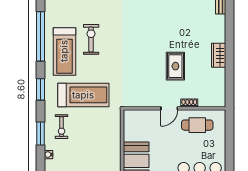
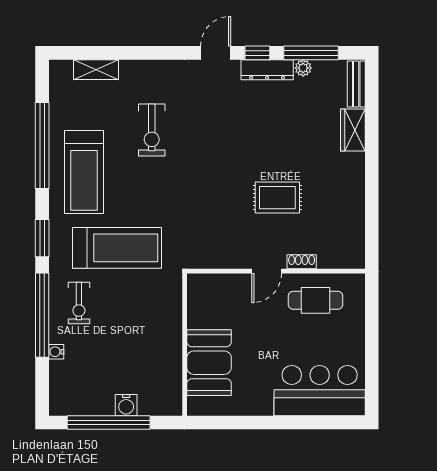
exercise bike: (91, 39) -> (152, 130), moved, turned 180
wardrobe: (219, 55) -> (353, 130), moved
rug: (175, 66) -> (277, 198), turned 90
window: (40, 134) -> (42, 315), width x2.11

